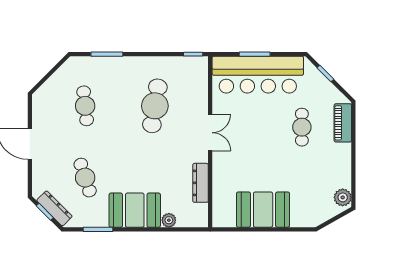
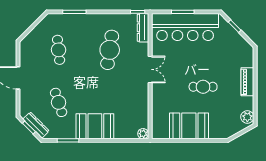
piano: (343, 123) -> (247, 82), moved
cafe table: (302, 127) -> (203, 87), moved, turned 90
dresser: (200, 183) -> (143, 28), moved
plant: (169, 220) -> (143, 134), moved

